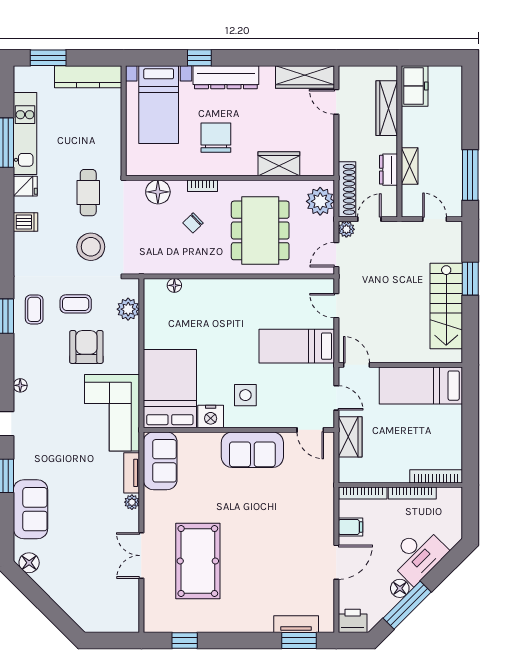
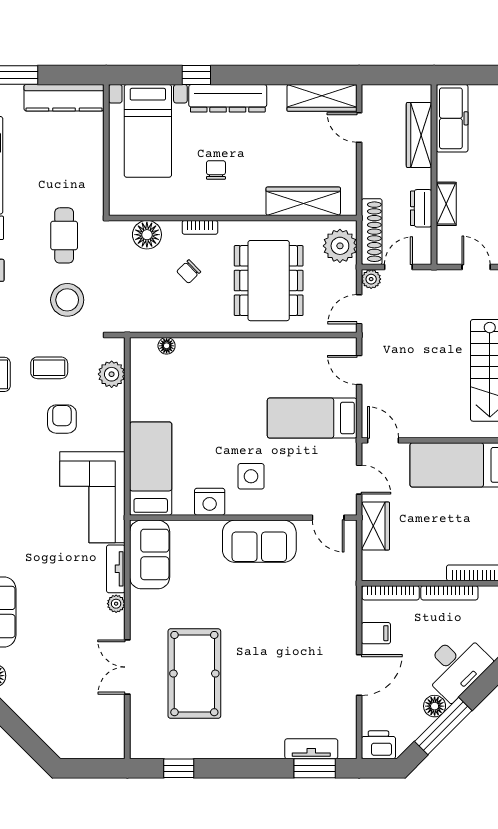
freezer: (415, 86) -> (452, 118), width x1.40
chair: (216, 138) -> (216, 170), width x0.54, depth x0.54
wardrobe: (279, 164) -> (303, 201), width x1.50
armchair: (86, 347) -> (62, 419), width x0.72, depth x0.72
bed: (170, 389) -> (151, 469), width x0.67

